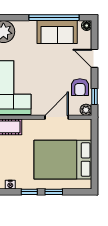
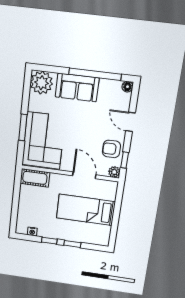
sofa: (57, 32) -> (77, 87), moved
armchair: (80, 87) -> (111, 149), turned 90
door: (57, 117) -> (84, 175), hinge flipped
bed: (63, 160) -> (86, 210), width x0.67

